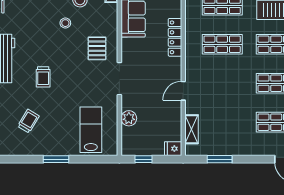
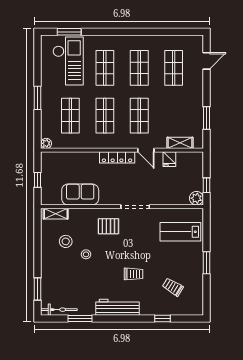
locker: (175, 37) -> (117, 157), moved
shop shelf: (222, 83) -> (139, 116), added
plant: (129, 118) -> (196, 198), moved
fridge: (173, 149) -> (169, 159), moved

